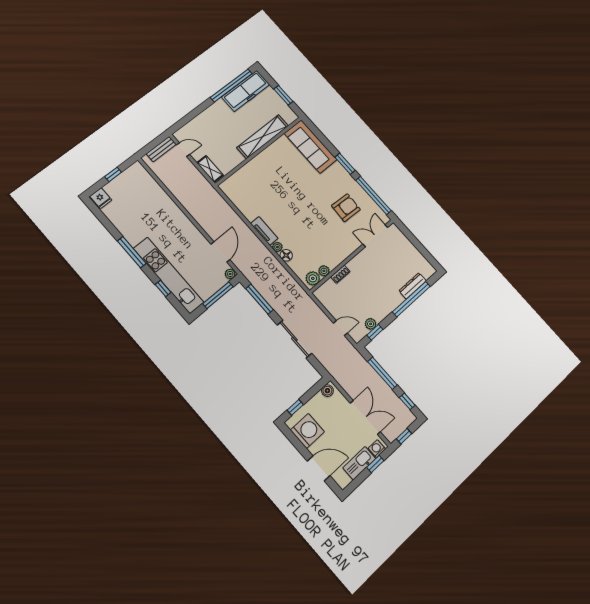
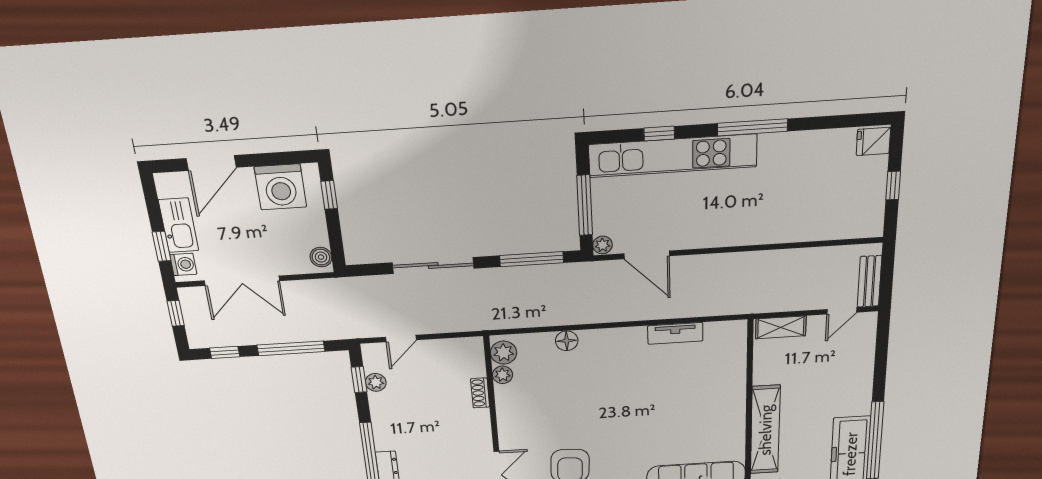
tv unit: (264, 231) -> (675, 333), moved
plant: (277, 247) -> (589, 338), removed

